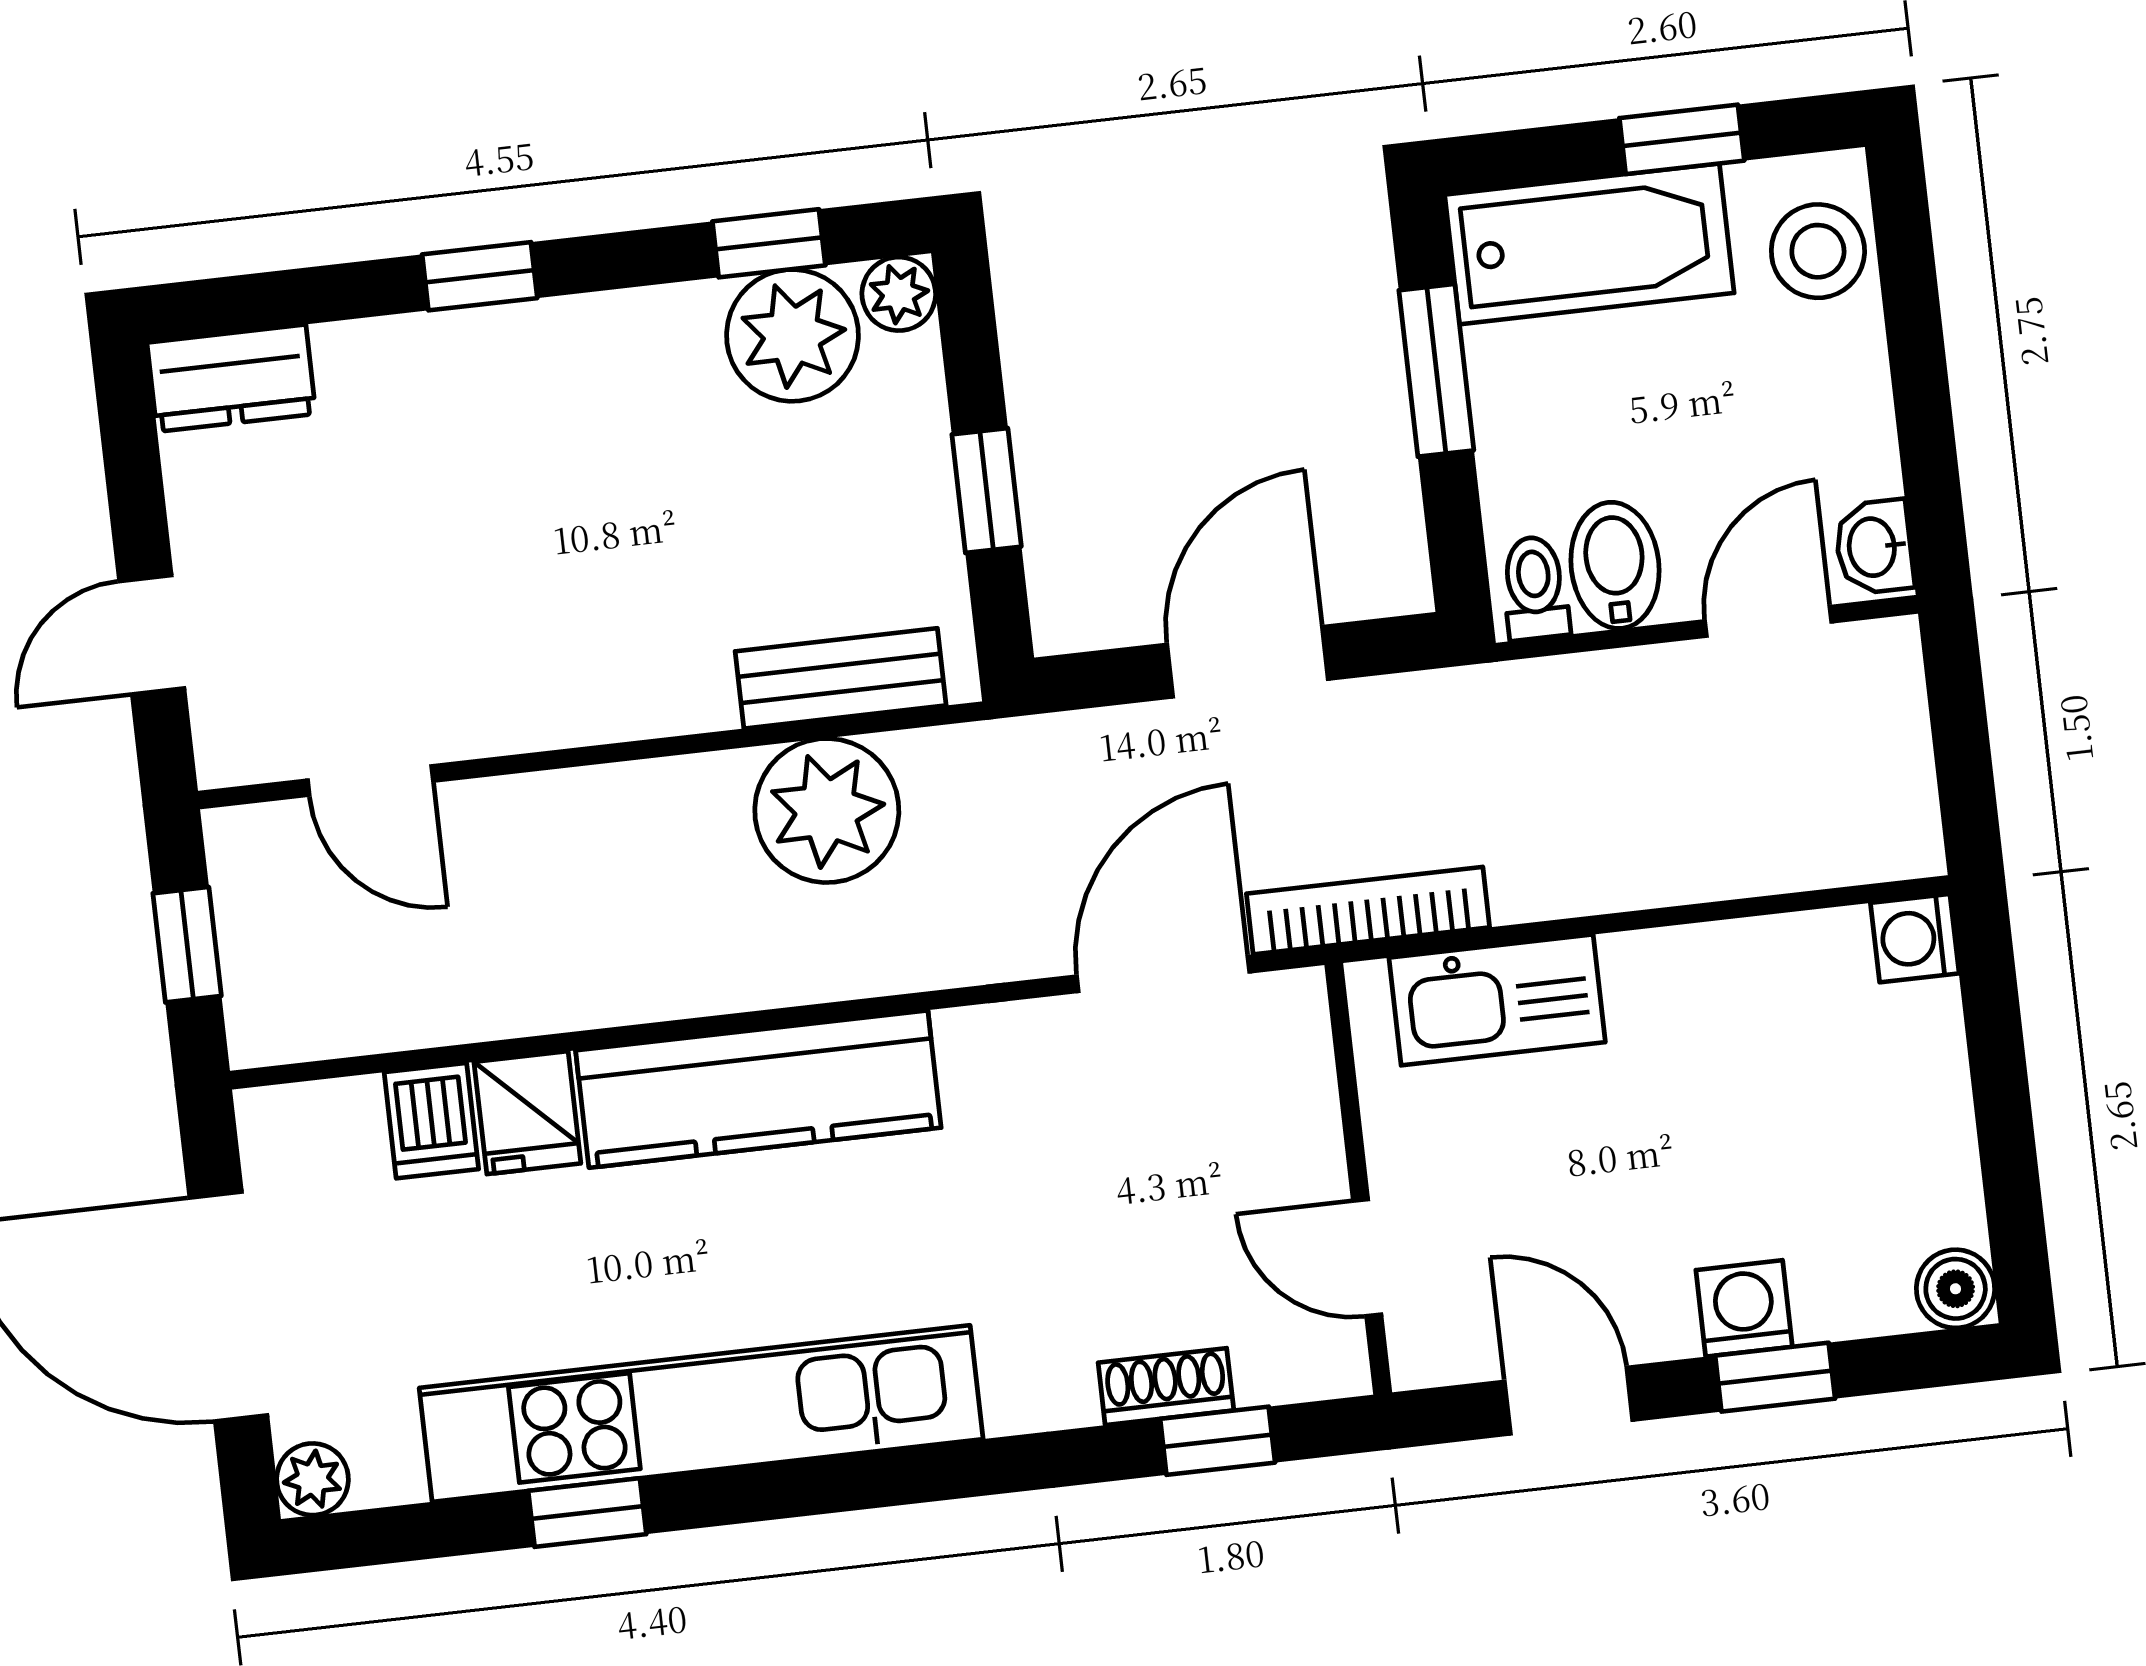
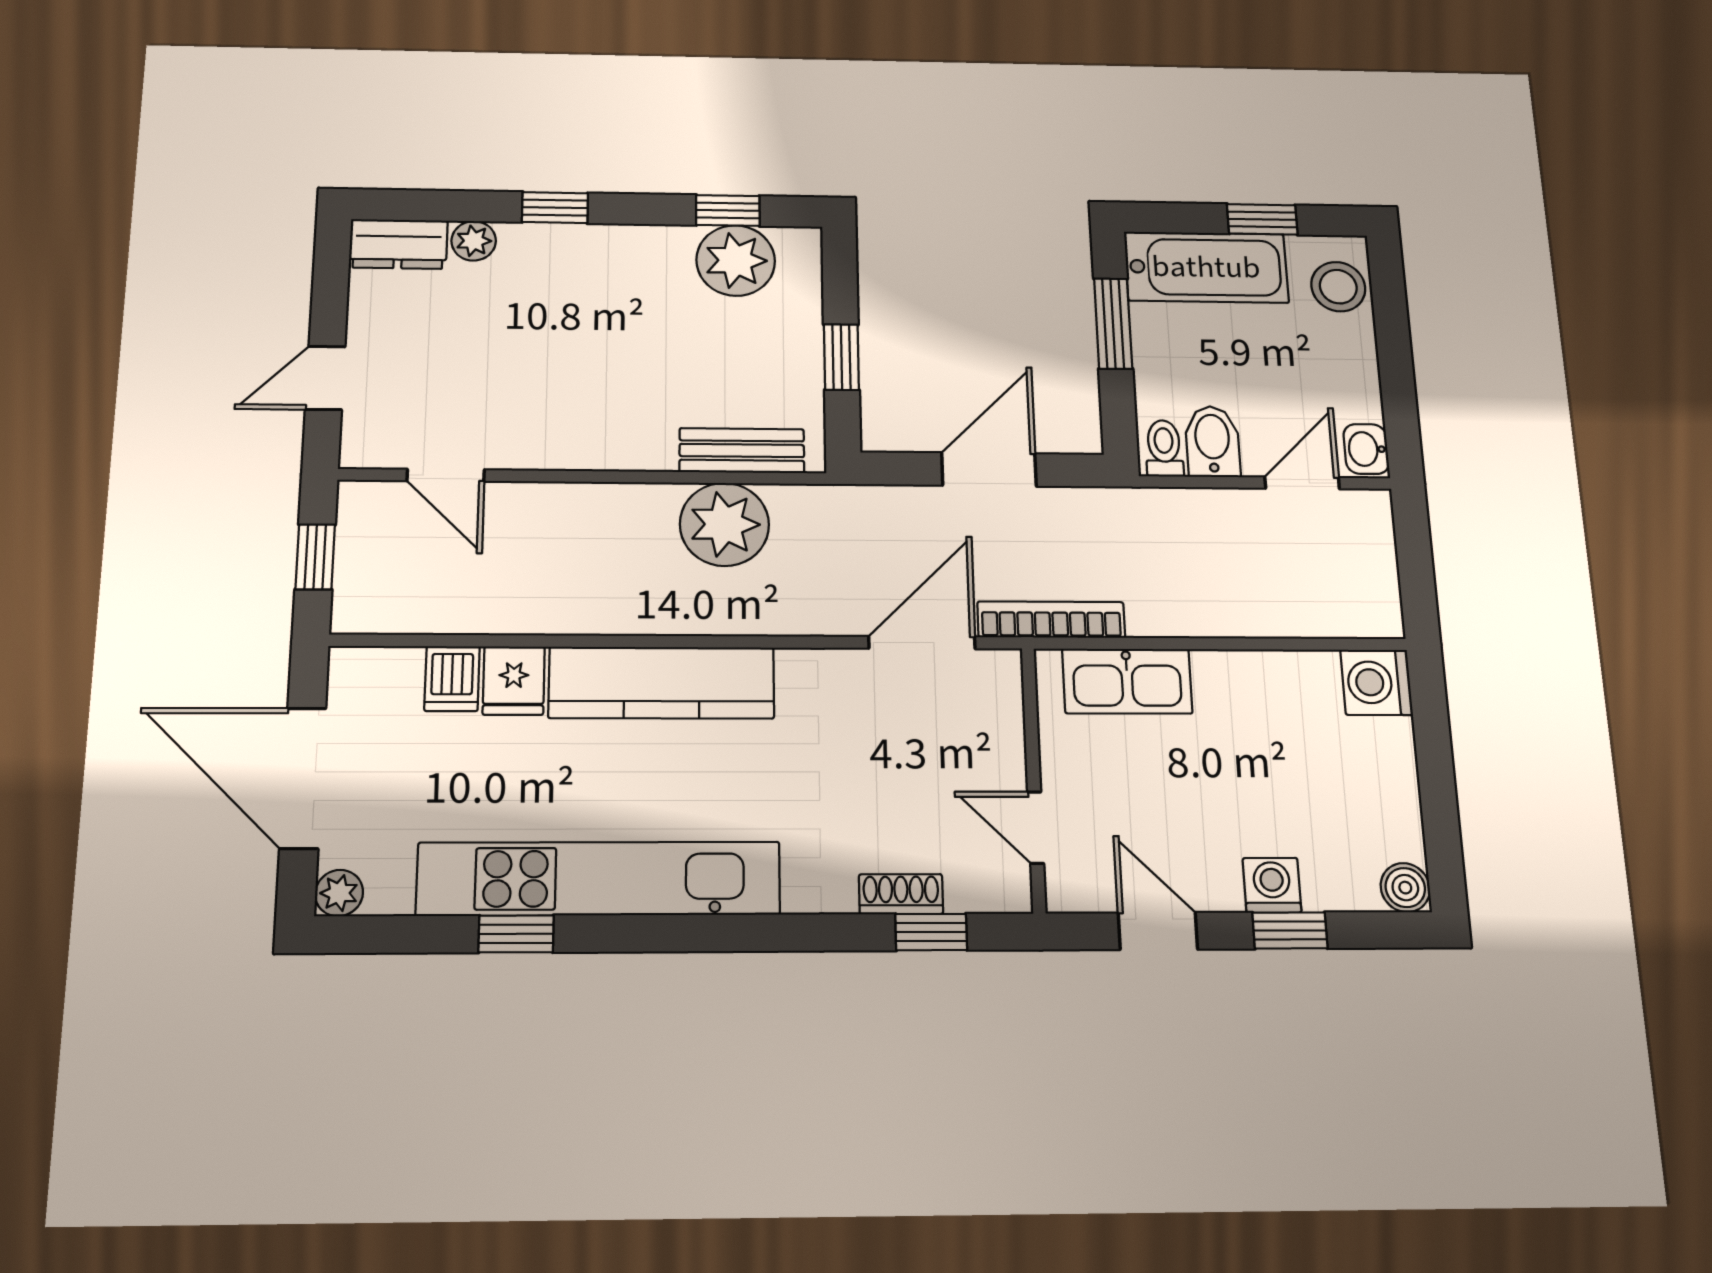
plant: (899, 294) -> (474, 241), moved
washing machine: (1915, 938) -> (1376, 682), width x1.38, depth x1.38

